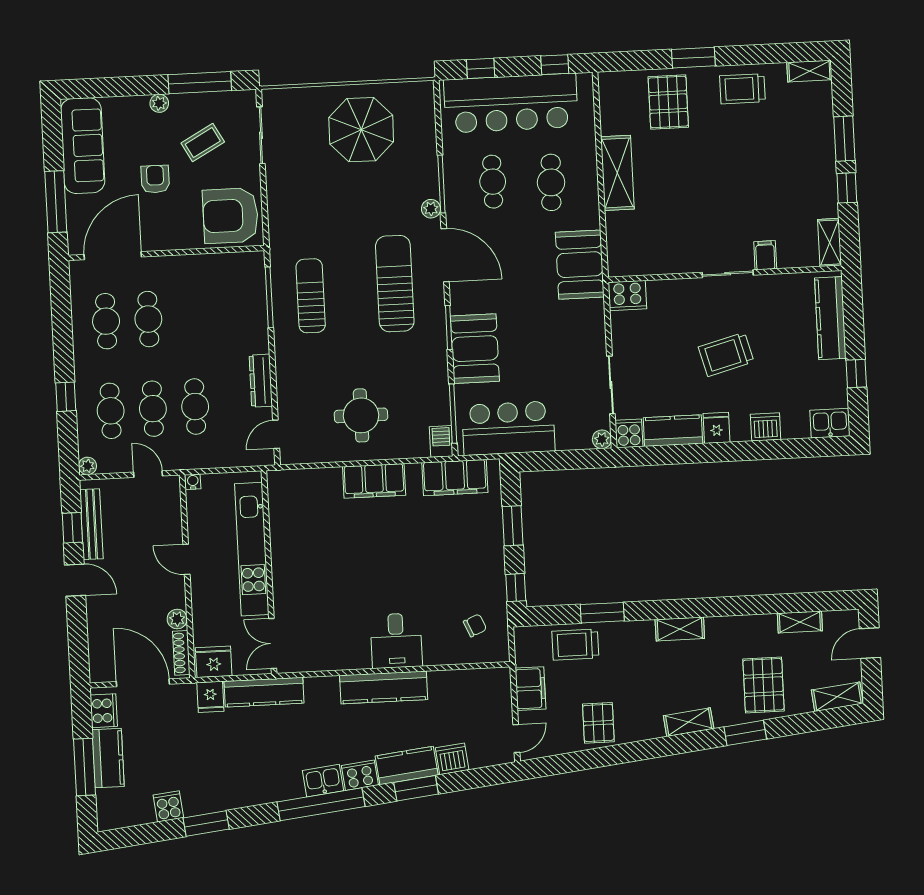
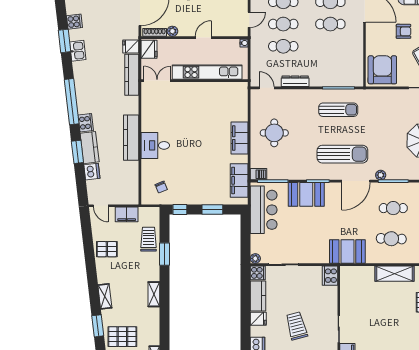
kitchen sink: (323, 781) -> (78, 51), moved

